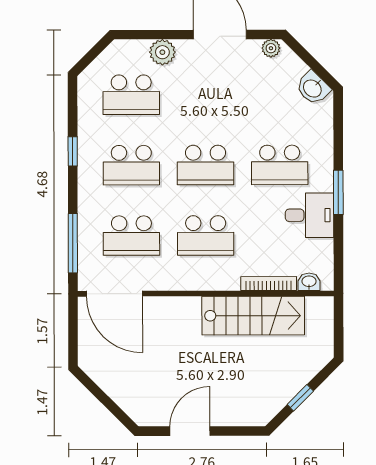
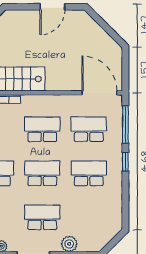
school desk: (131, 95) -> (42, 217), moved
window: (73, 151) -> (125, 162), moved

